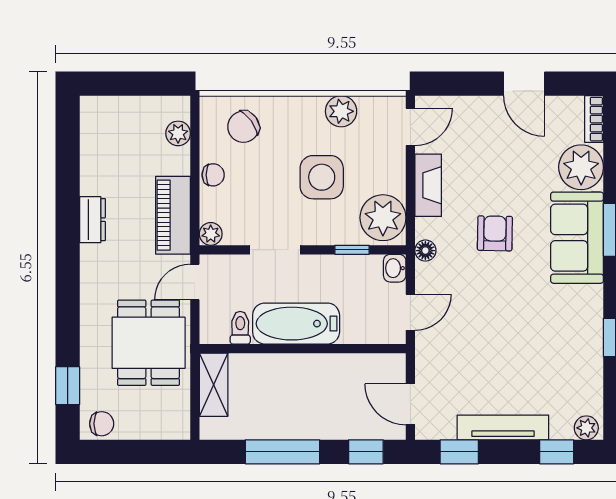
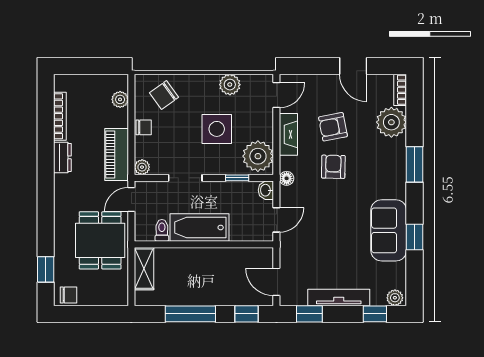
bookcase: (89, 158) -> (60, 116), added
armchair: (494, 174) -> (333, 127), added
sofa: (577, 238) -> (389, 230), moved

